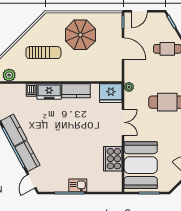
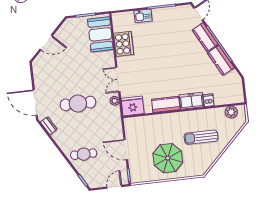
plant: (129, 87) -> (115, 101), moved
booth: (141, 165) -> (100, 34), width x0.73, depth x0.70
kitchen sink: (78, 185) -> (143, 16), moved

